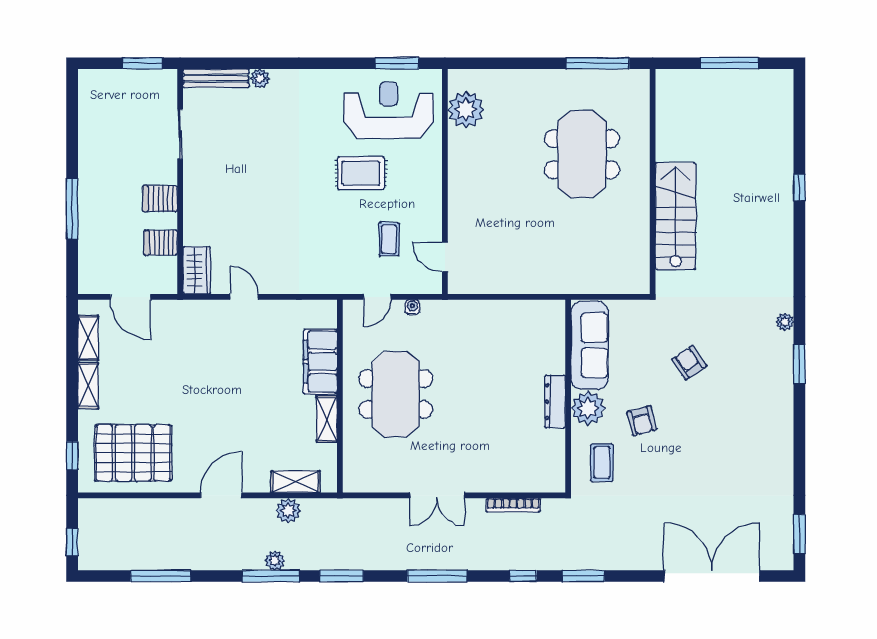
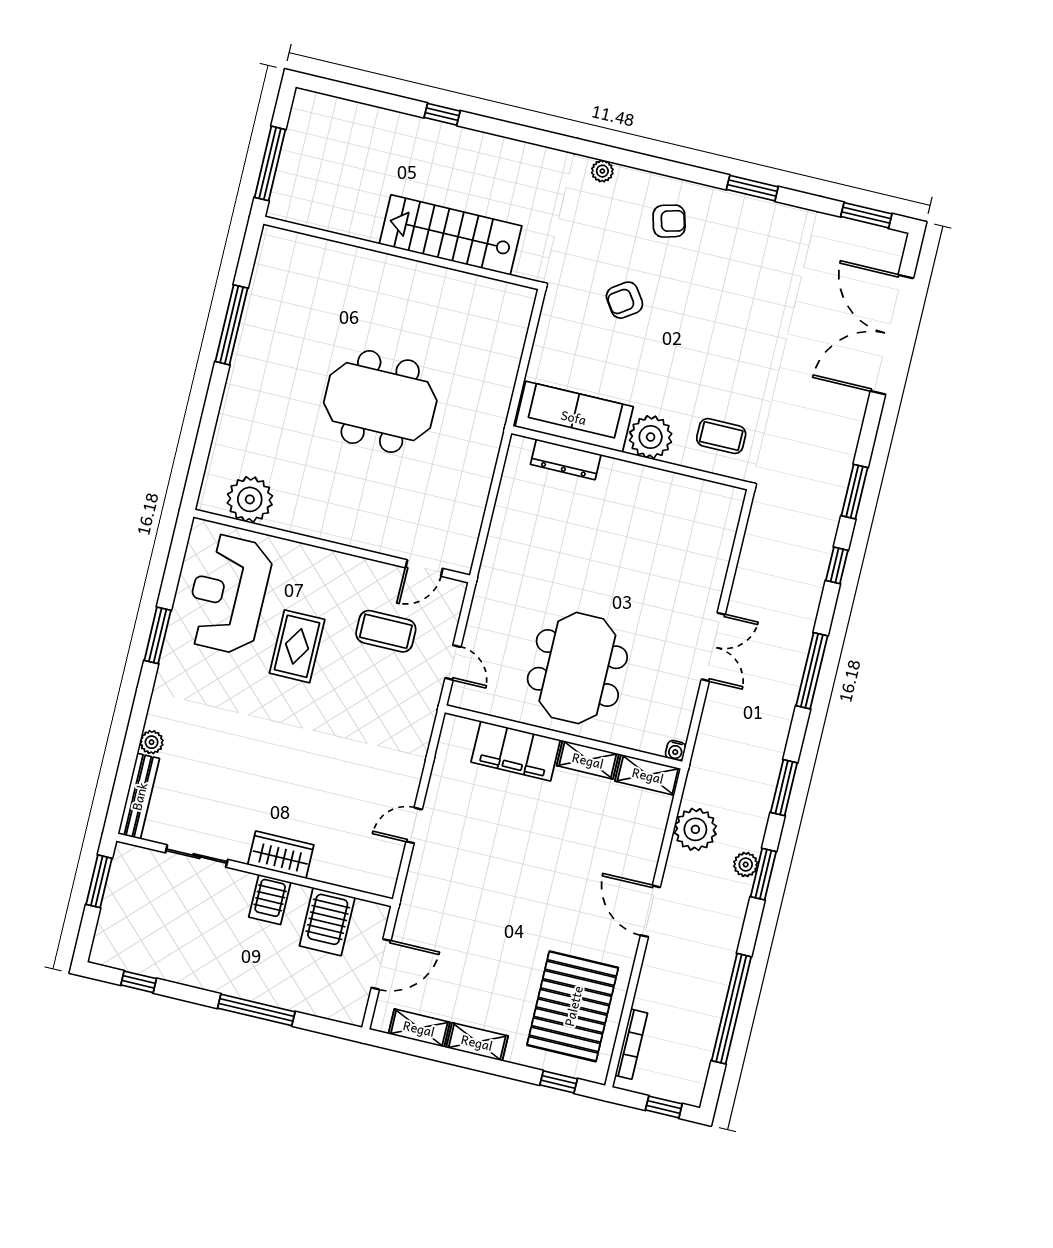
window: (397, 63) -> (158, 635), moved
window: (72, 112) -> (139, 982), added
meeting table: (582, 154) -> (380, 402), moved
wall: (653, 181) -> (402, 253), moved
stairs: (676, 216) -> (451, 235), moved
coffee table: (389, 239) -> (386, 631), width x1.36, depth x1.30
server rack: (161, 243) -> (327, 922), width x1.36, depth x1.44
wardrobe: (197, 270) -> (281, 855), moved
water cooler: (412, 307) -> (676, 751), moved, turned -90
window: (799, 364) -> (752, 188), moved
meeting table: (396, 394) -> (577, 668), turned 90
dresser: (555, 402) -> (566, 459), moved
armchair: (642, 421) -> (669, 221), moved
shelving: (295, 482) -> (648, 775), moved, turned 90
bookcase: (513, 505) -> (631, 1044), moved
plant: (288, 511) -> (695, 829), width x1.36, depth x1.36
window: (161, 576) -> (731, 1009), width x1.46
window: (271, 576) -> (763, 874), width x0.69

